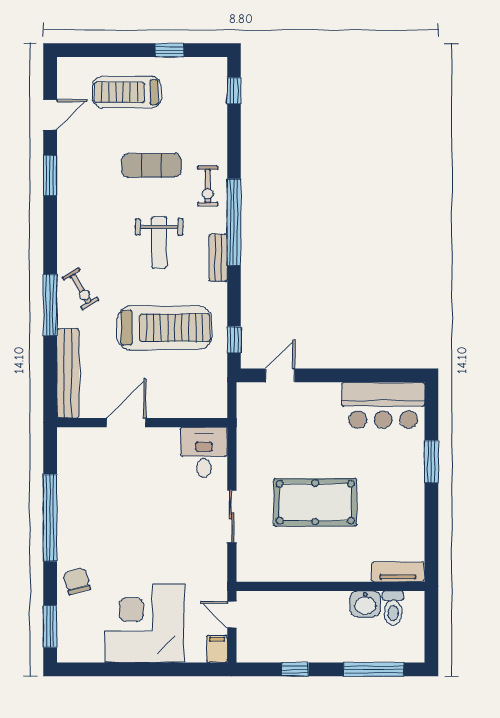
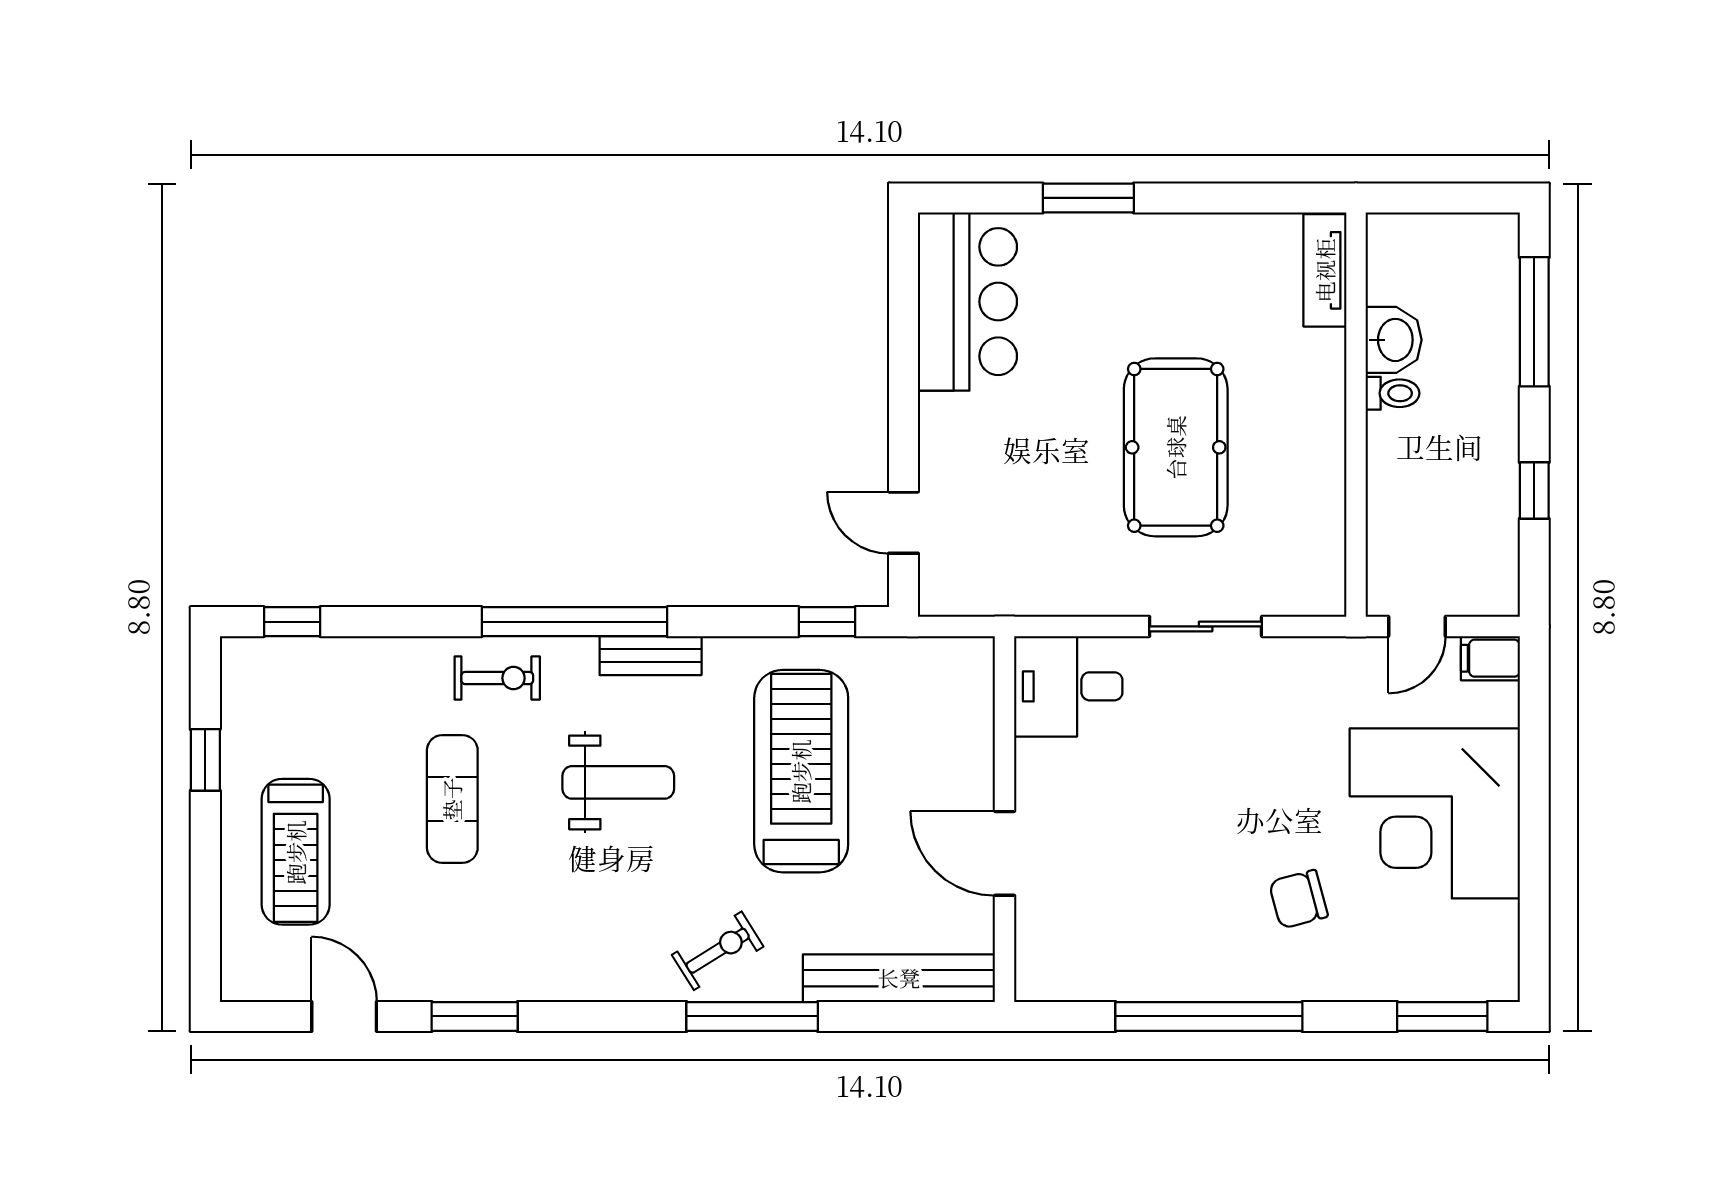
chair: (77, 581) -> (1298, 899), moved
toilet: (393, 608) -> (1393, 393), moved, width x0.73, depth x0.72

